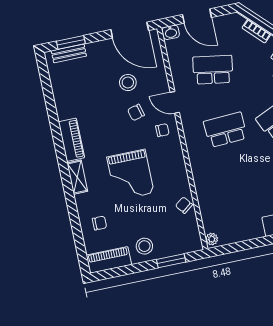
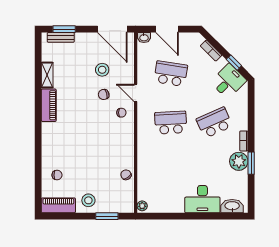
grand piano: (130, 175) -> (89, 142), removed
shelving: (77, 177) -> (47, 75), moved

